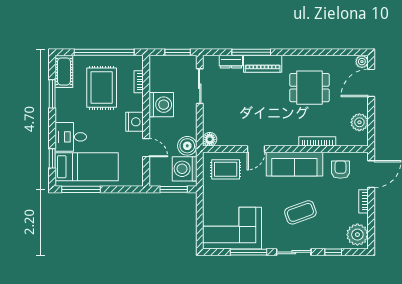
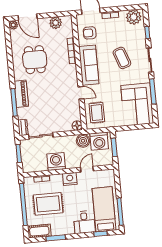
dresser: (231, 62) -> (23, 127), moved

